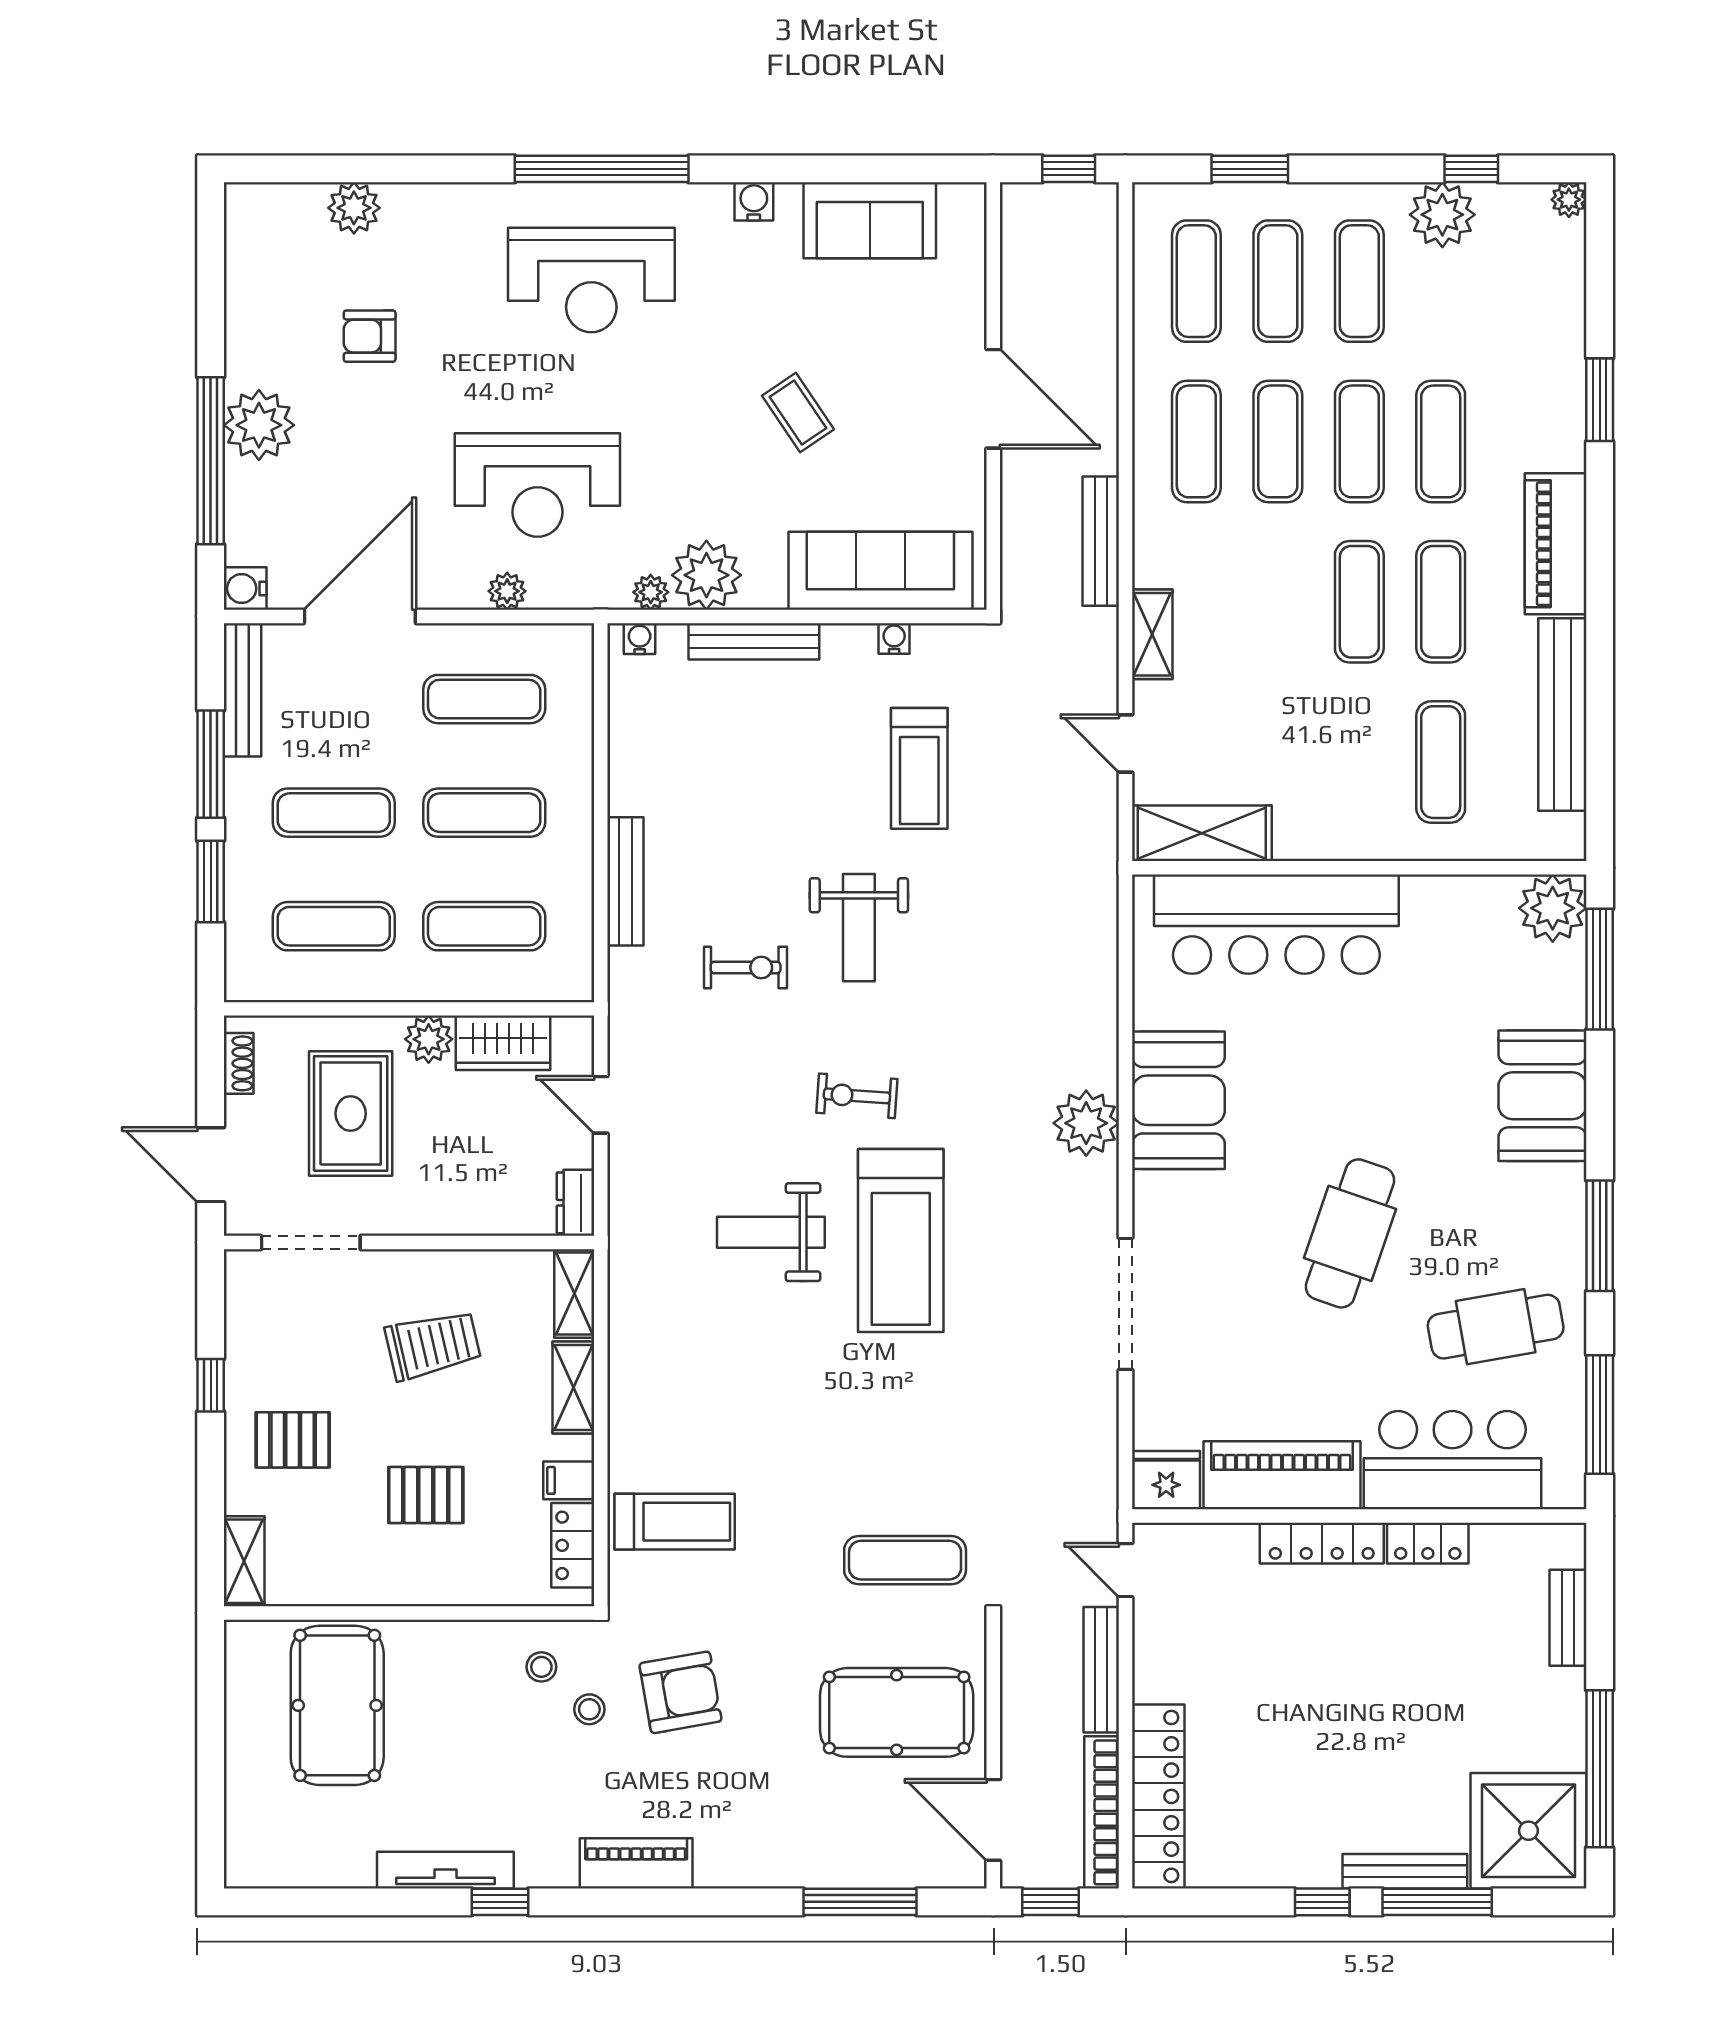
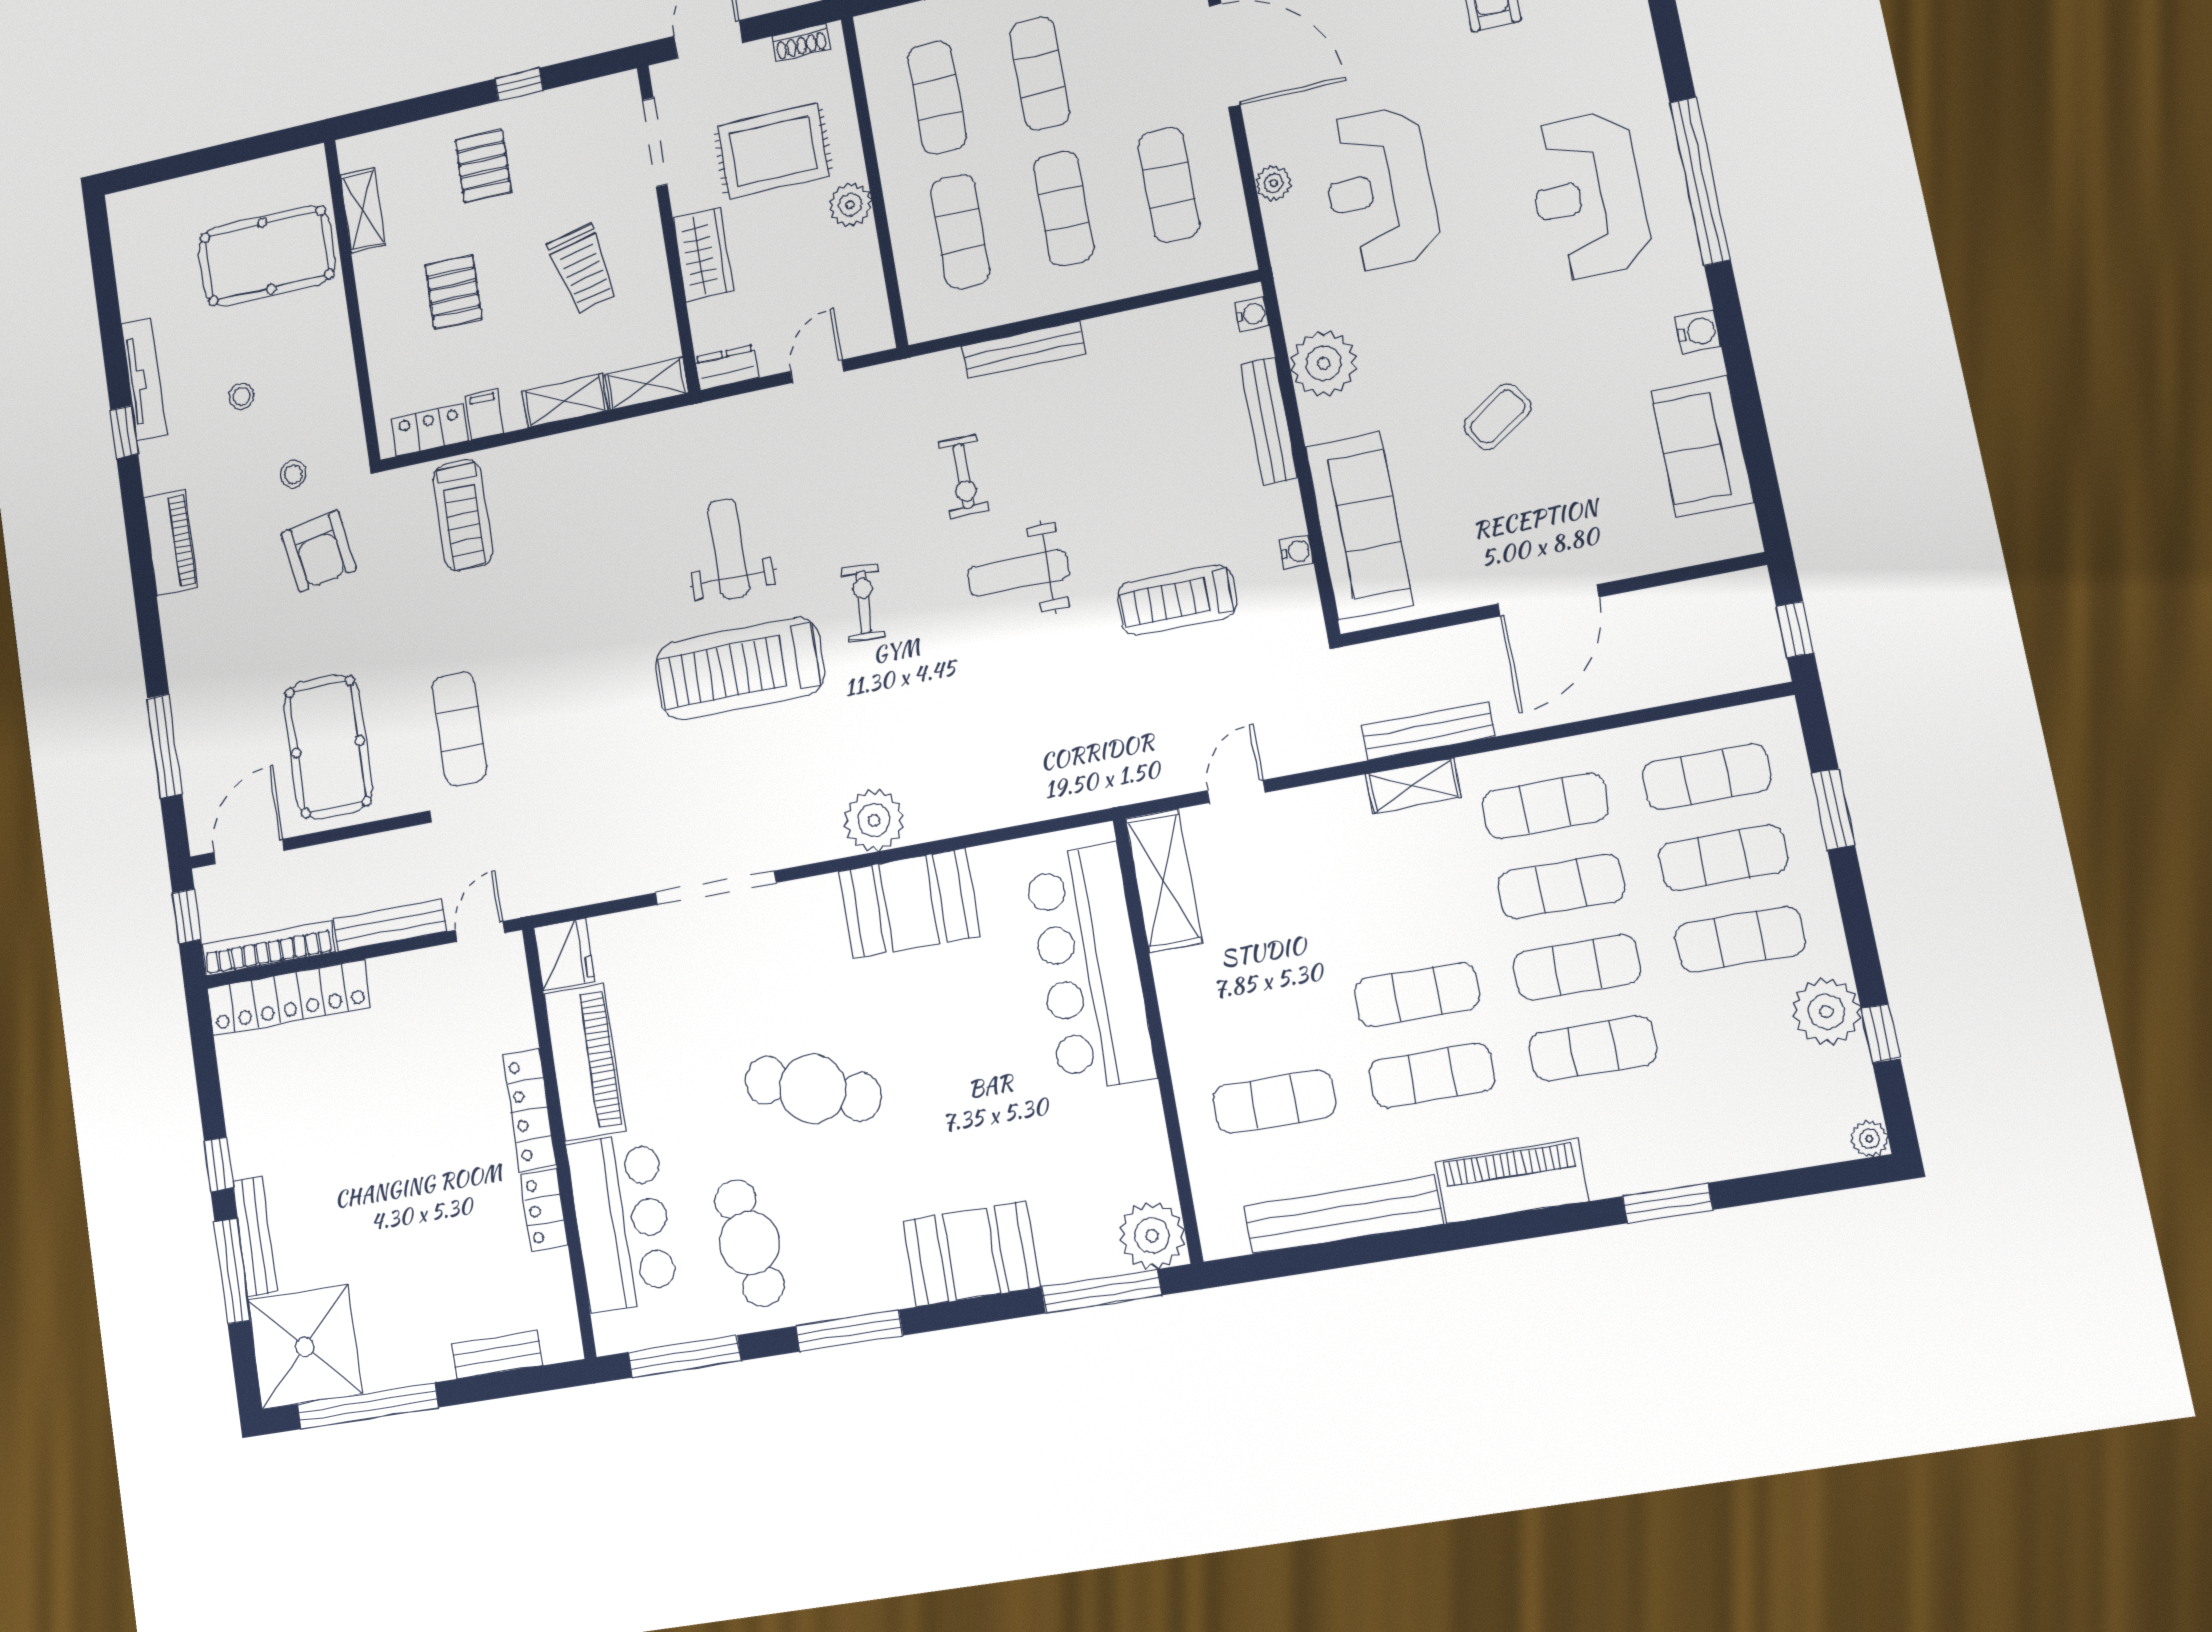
plant: (651, 592) -> (1298, 315), removed
shelving: (1152, 634) -> (1413, 785), moved
wardrobe: (503, 1043) -> (703, 255), moved, turned 180
shelving: (244, 1561) -> (363, 210), moved, turned 90
stool: (541, 1667) -> (241, 396), moved

